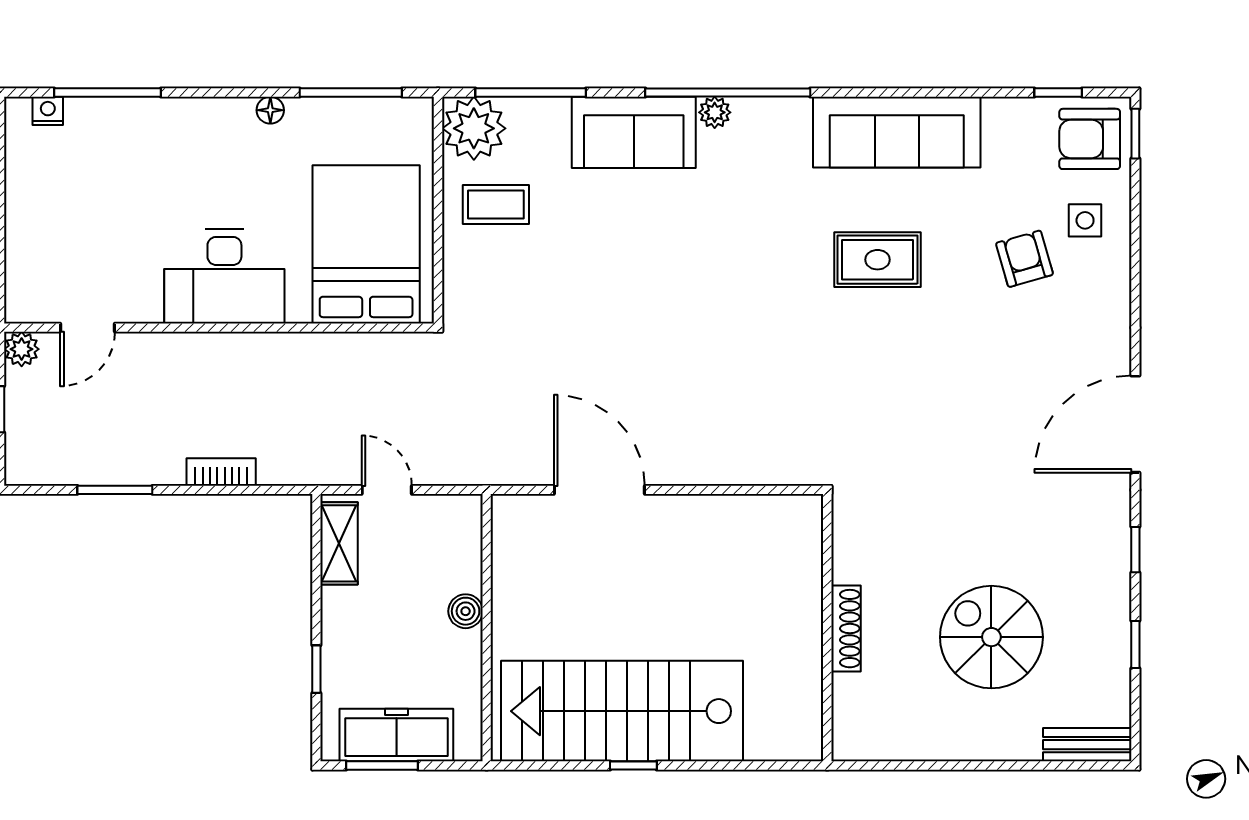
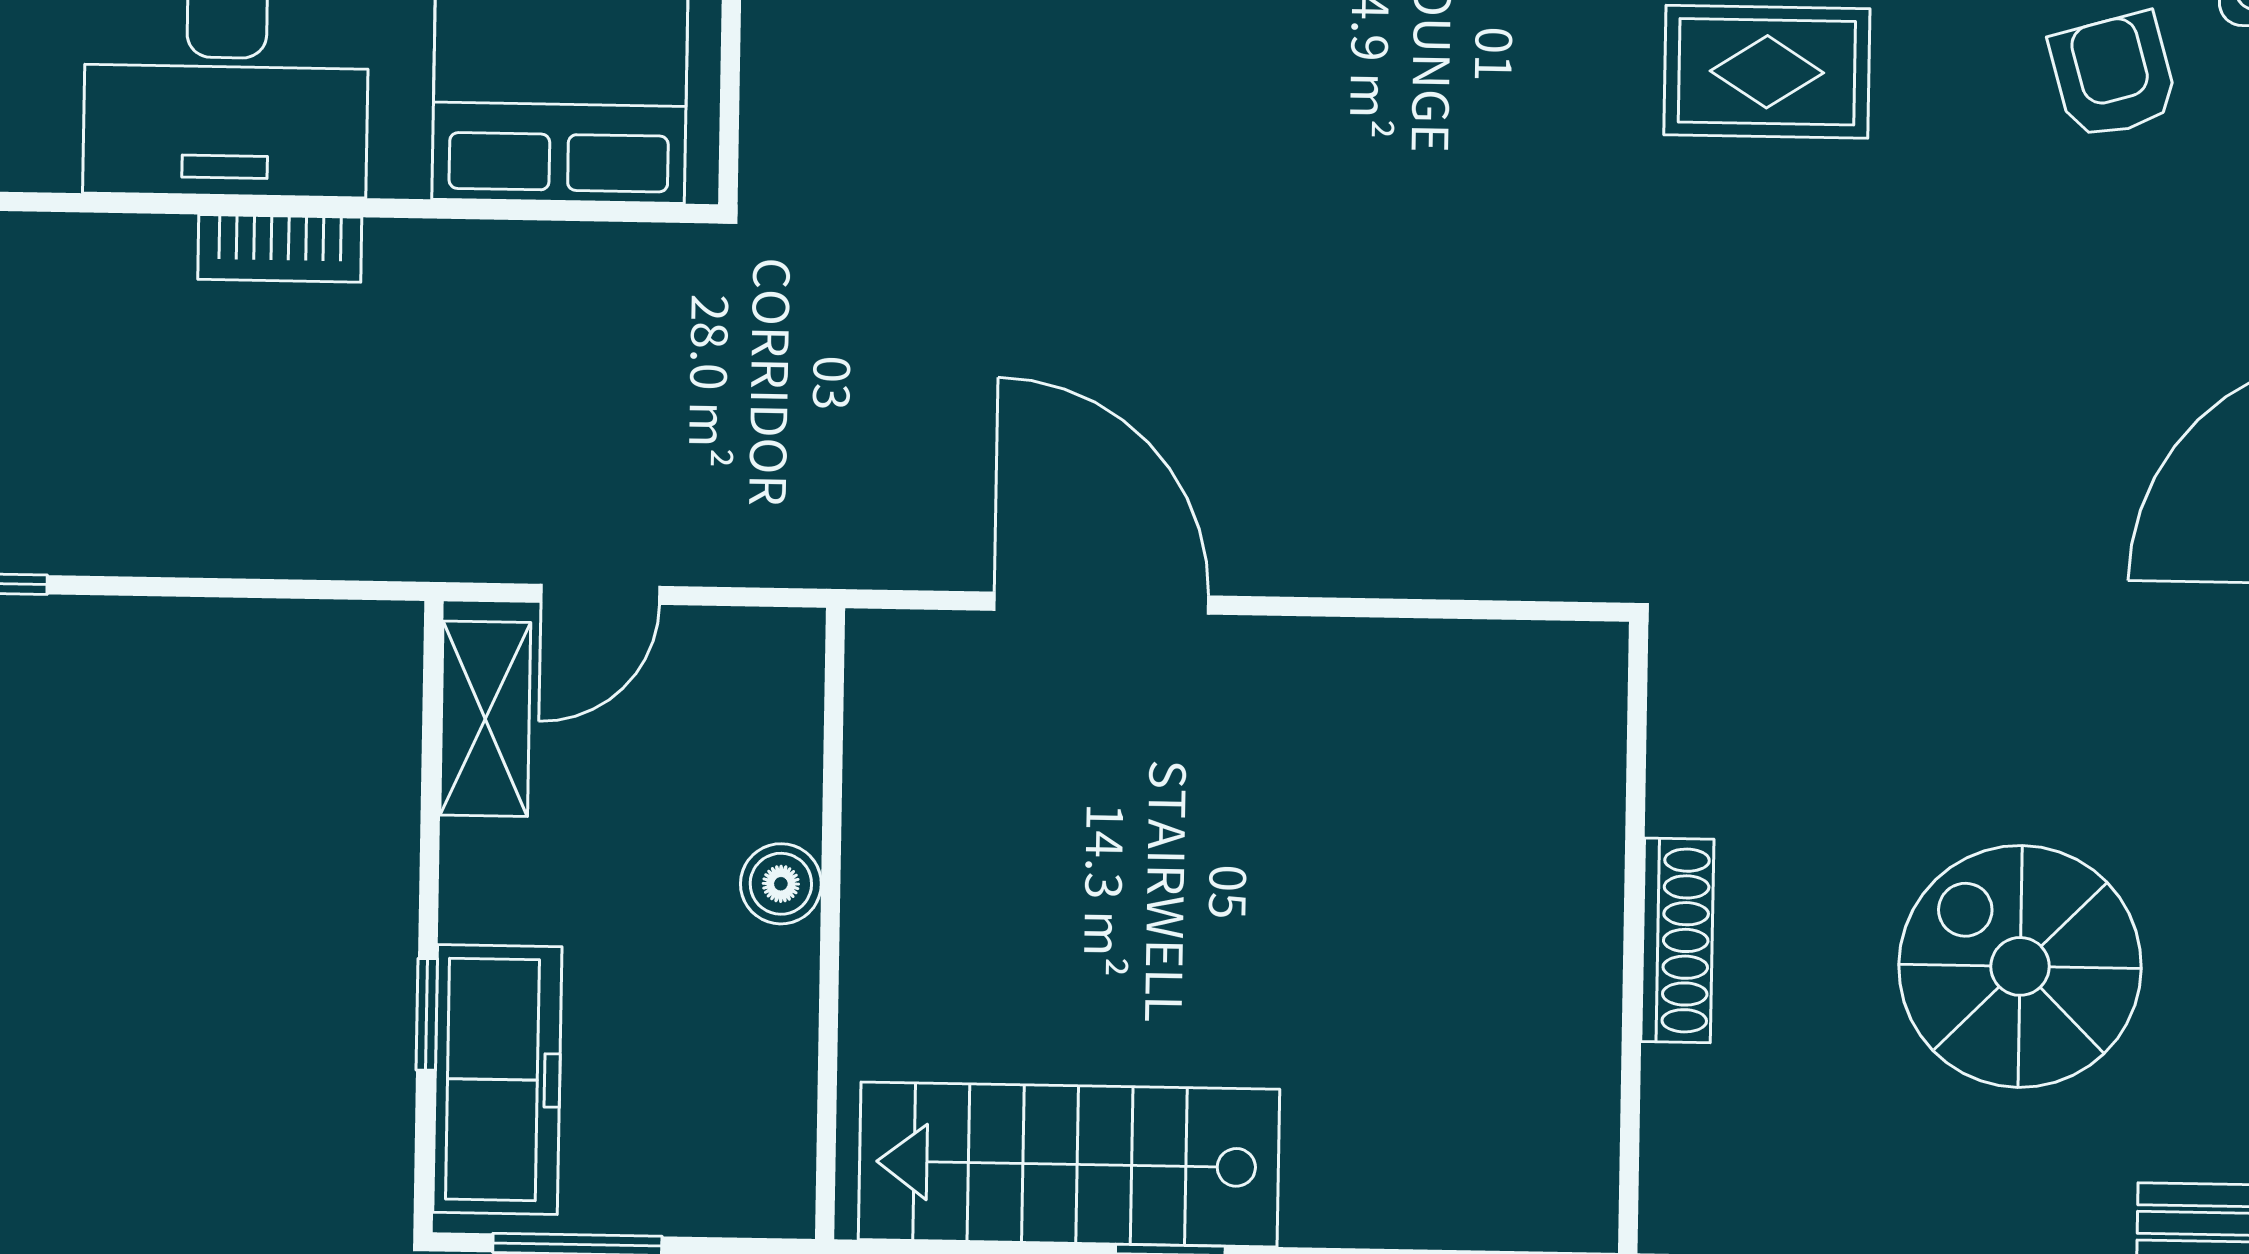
bookcase: (221, 472) -> (280, 248), moved, turned 180
door: (387, 490) -> (600, 594), swing flipped
stairs: (622, 711) -> (1069, 1164), width x0.73, depth x0.66
freezer: (396, 735) -> (497, 1080), moved, turned 90

